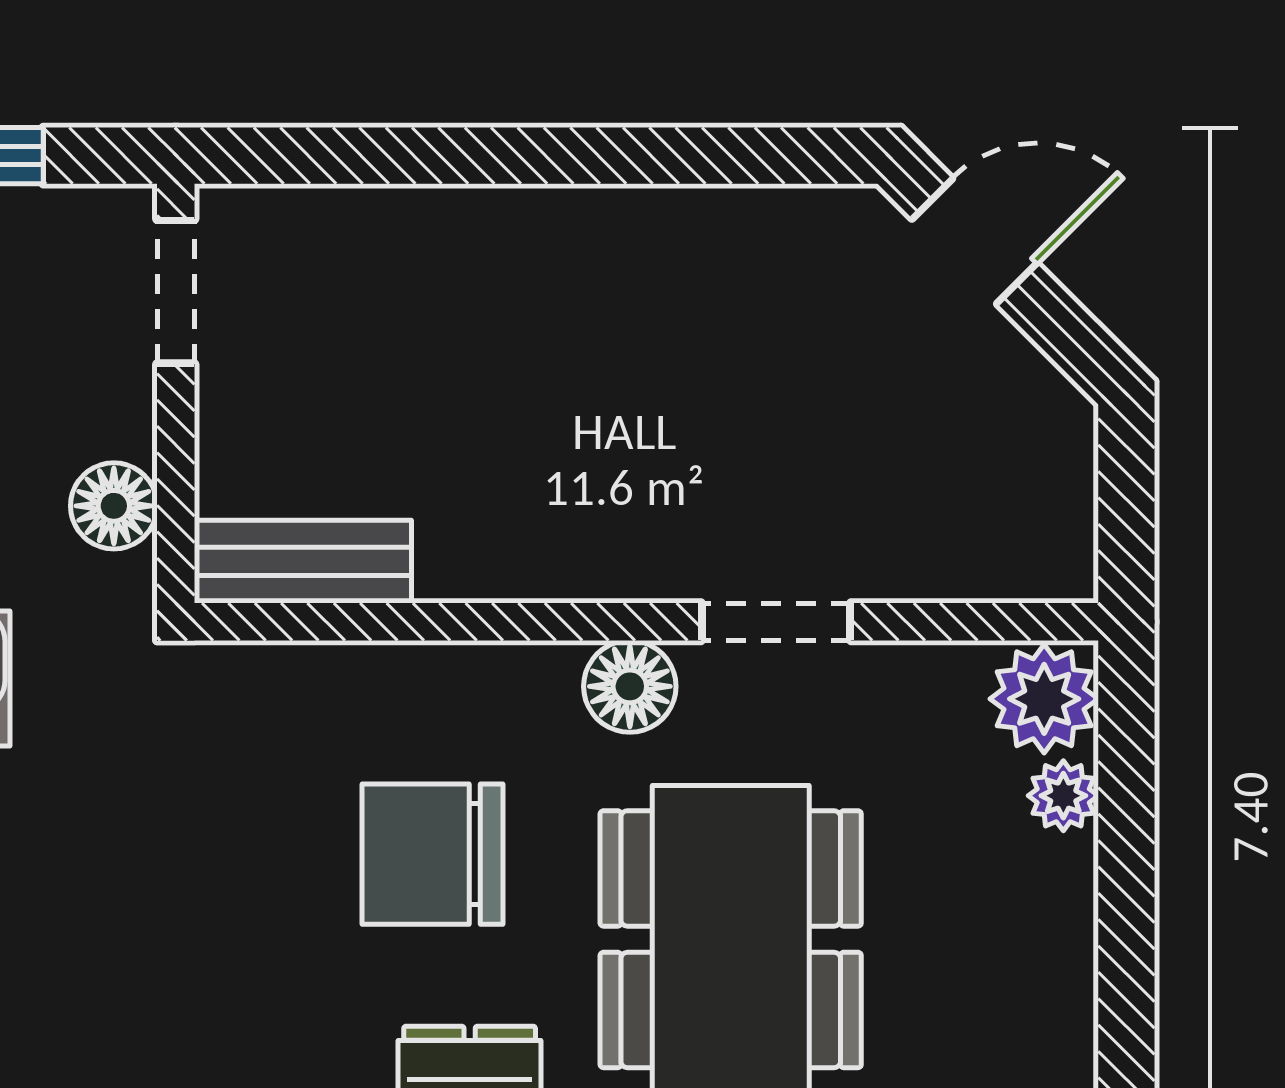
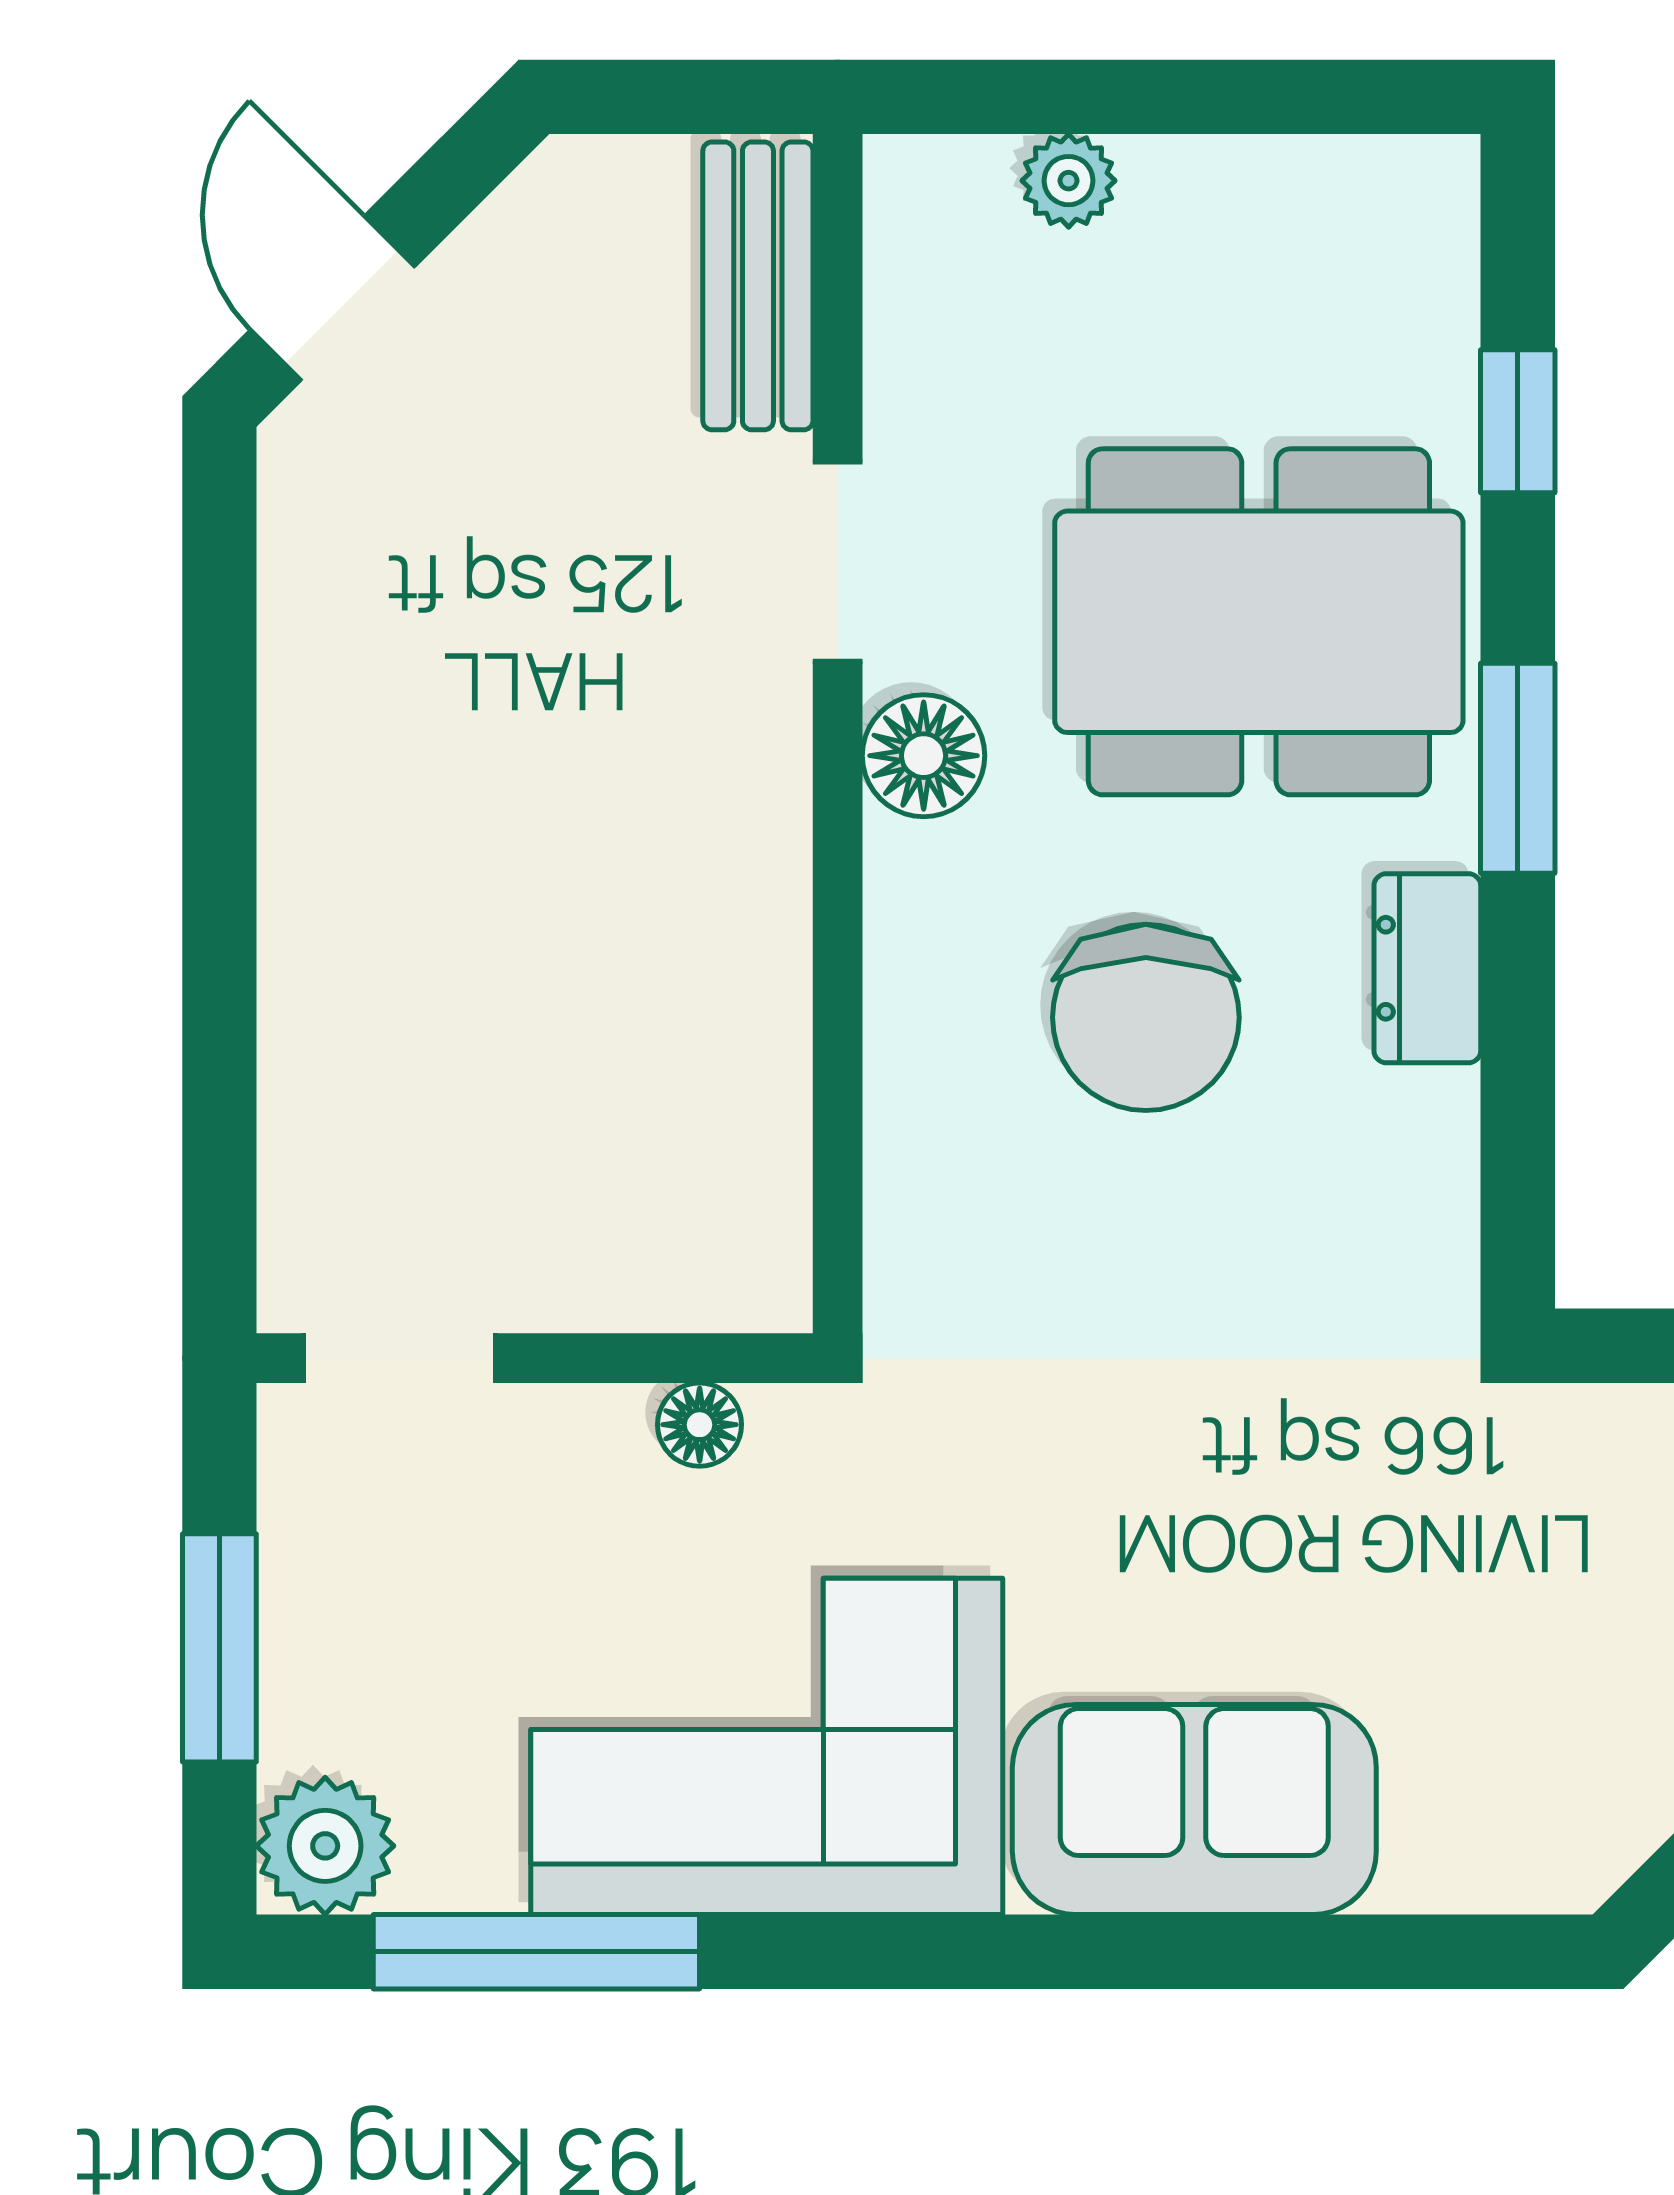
floor lamp: (114, 506) -> (700, 1425), width x0.73, depth x0.73
bench: (303, 562) -> (758, 286), moved
plant: (1044, 699) -> (940, 206), removed

